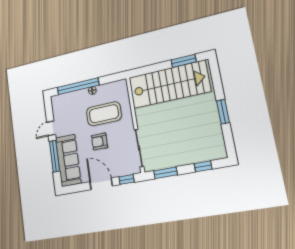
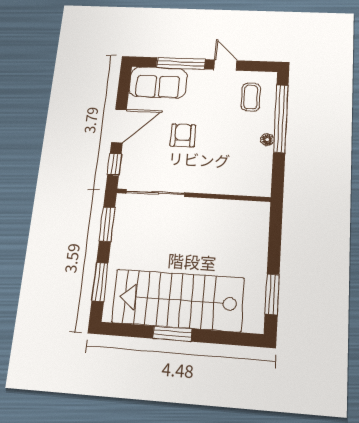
stairs: (169, 84) -> (178, 300), moved, turned 90
coffee table: (104, 114) -> (251, 97), moved, width x0.54, depth x0.58
sofa: (68, 160) -> (158, 83), width x0.73
window: (203, 166) -> (100, 282), width x1.50

